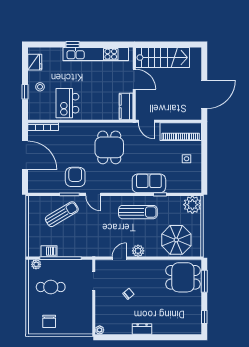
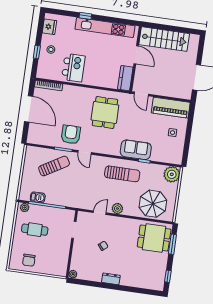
kitchen island: (67, 103) -> (73, 68), turned 180

